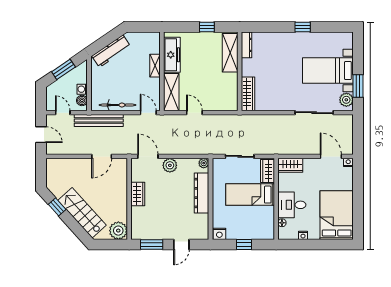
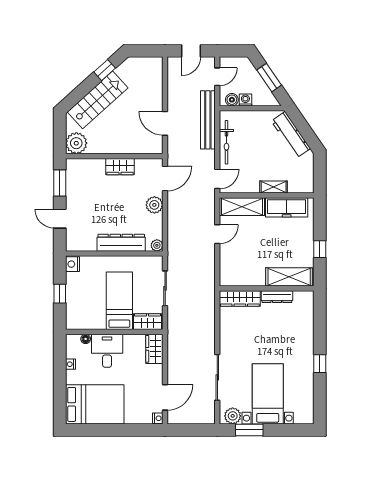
dresser: (247, 45) -> (277, 297), moved

